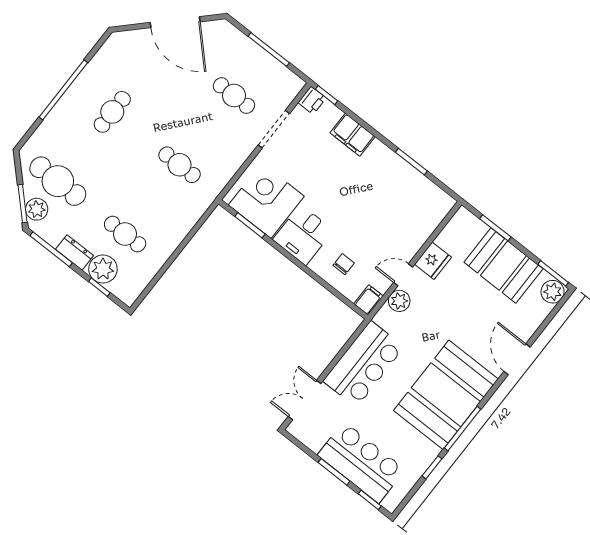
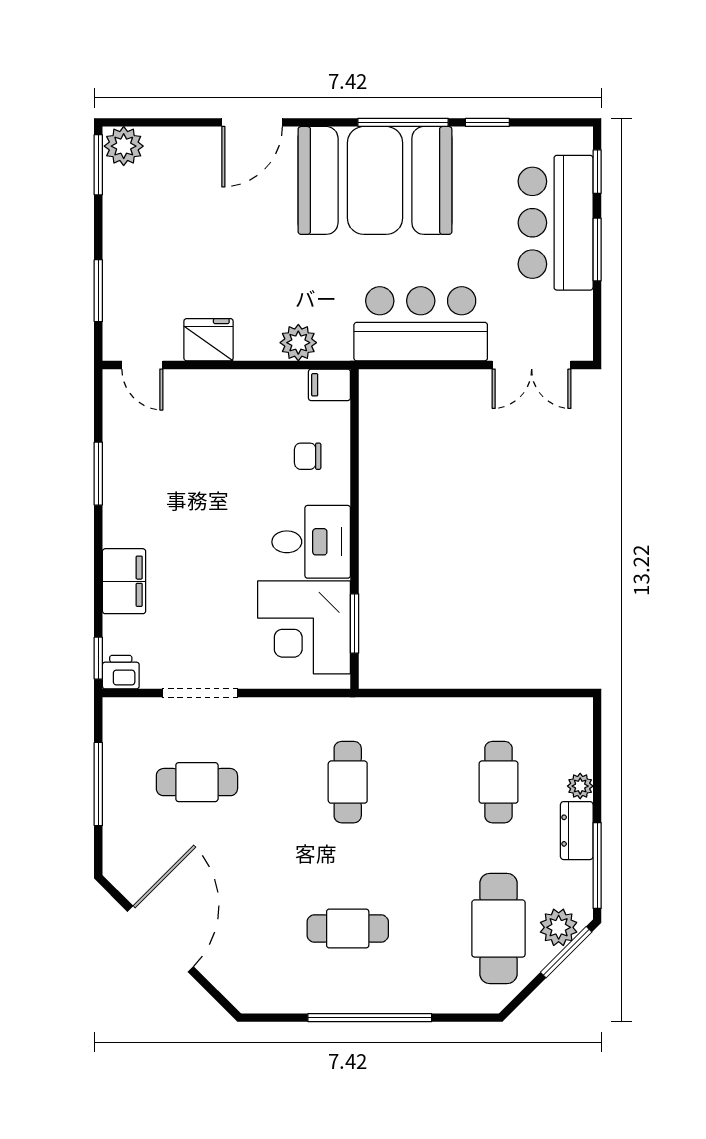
cafe table: (234, 96) -> (197, 782), turned 90
booth: (503, 265) -> (140, 240), removed
plant: (103, 269) -> (580, 786), width x0.53, depth x0.53
door: (403, 275) -> (142, 365), moved
window: (99, 287) -> (597, 761), removed

